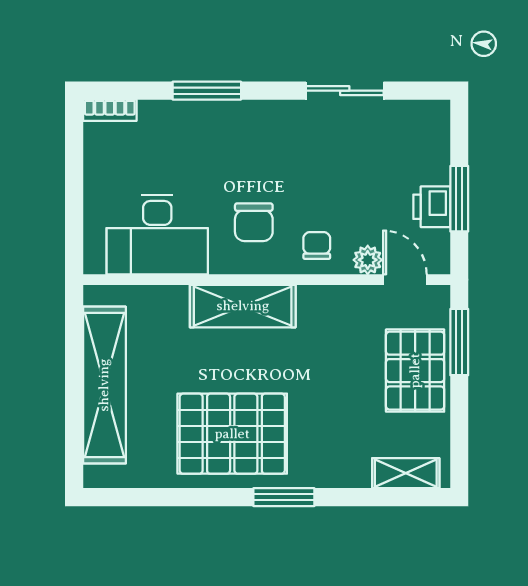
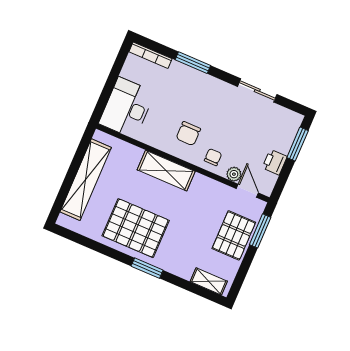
bookcase: (110, 110) -> (151, 55), width x1.56
window: (459, 199) -> (298, 144), moved
desk: (157, 234) -> (127, 108), moved, turned 90

